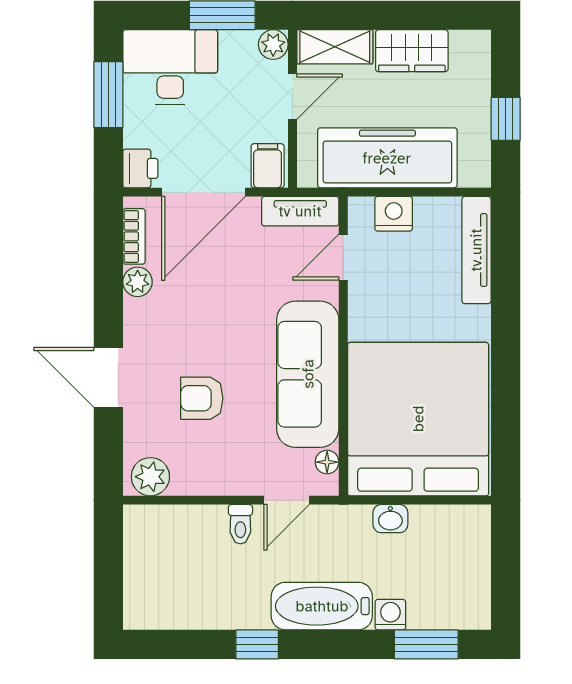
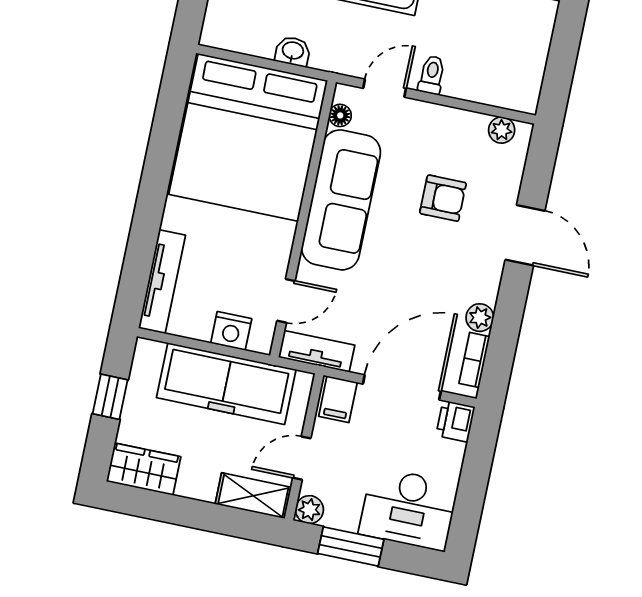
wardrobe: (412, 51) -> (144, 469), moved
window: (108, 95) -> (471, 495), removed
plant: (150, 477) -> (502, 130), width x0.73, depth x0.73

